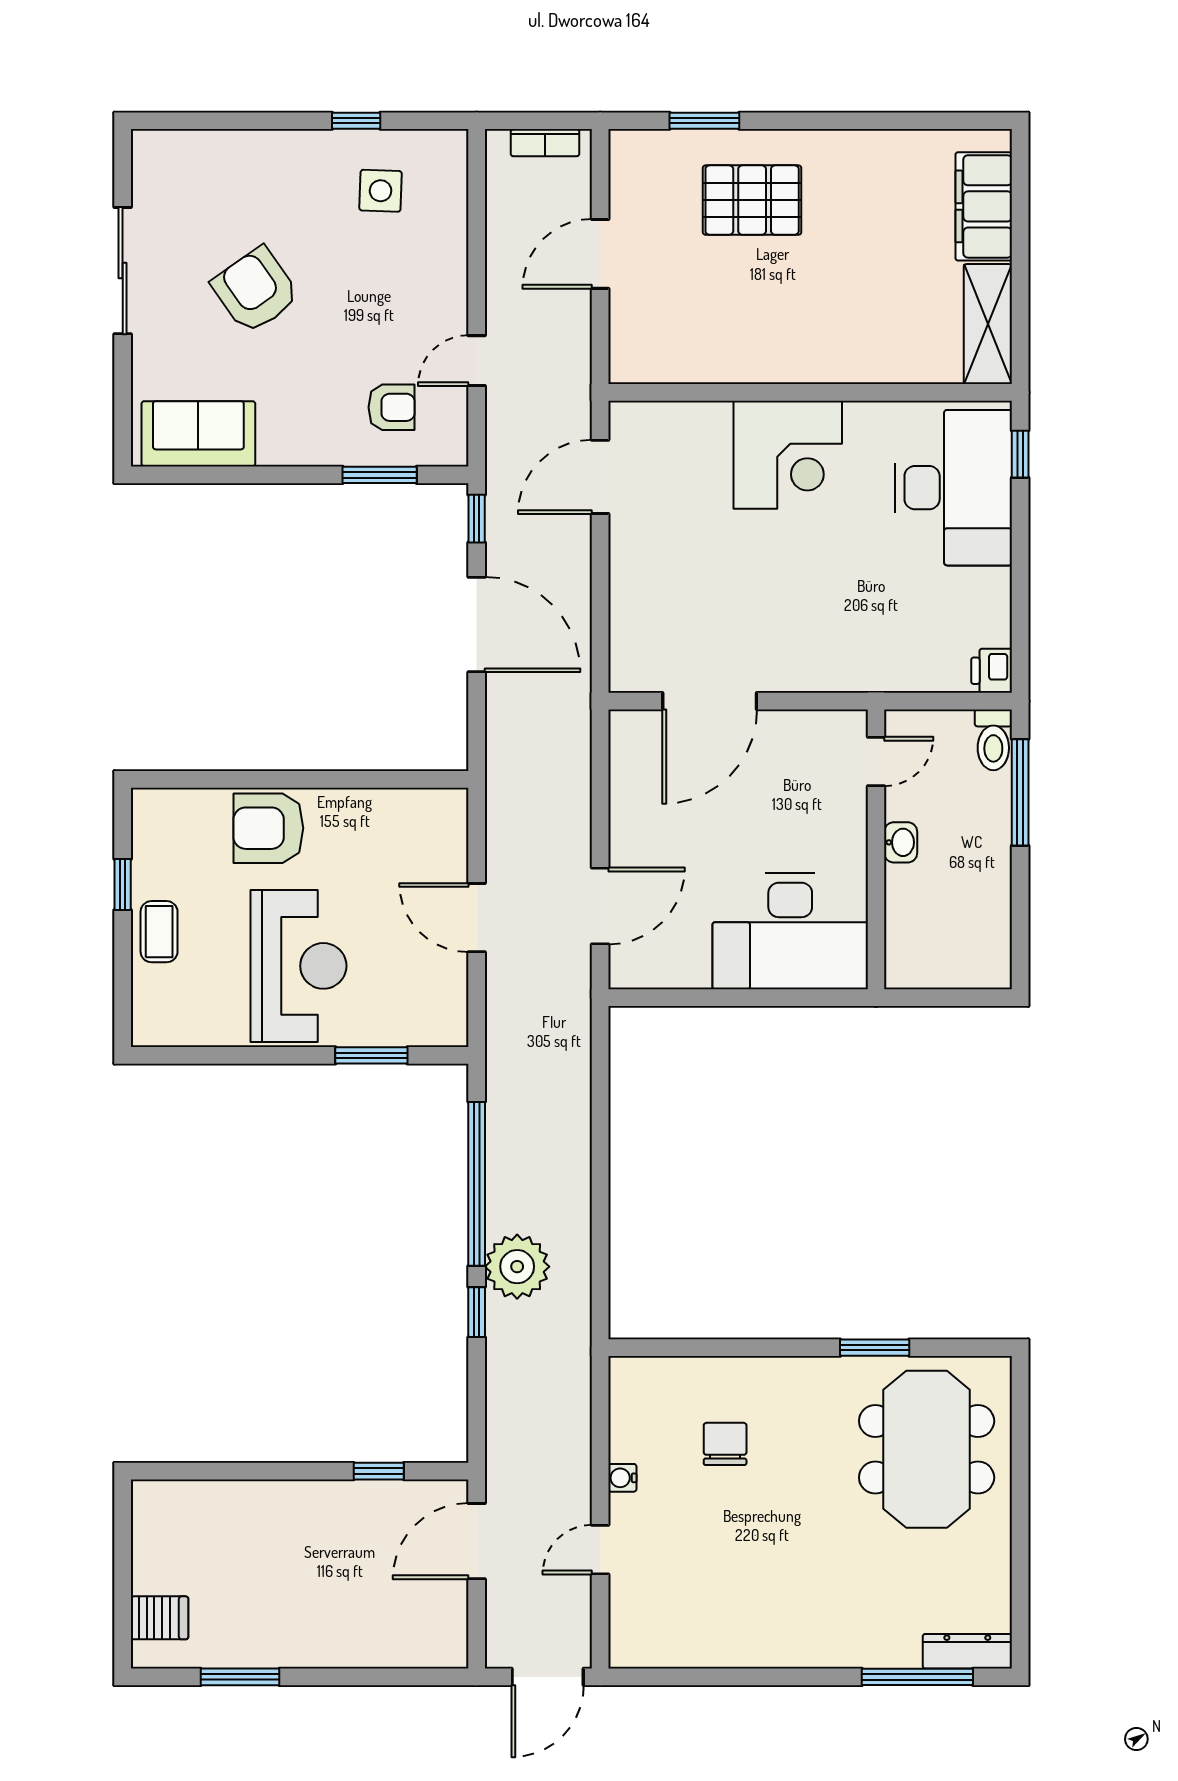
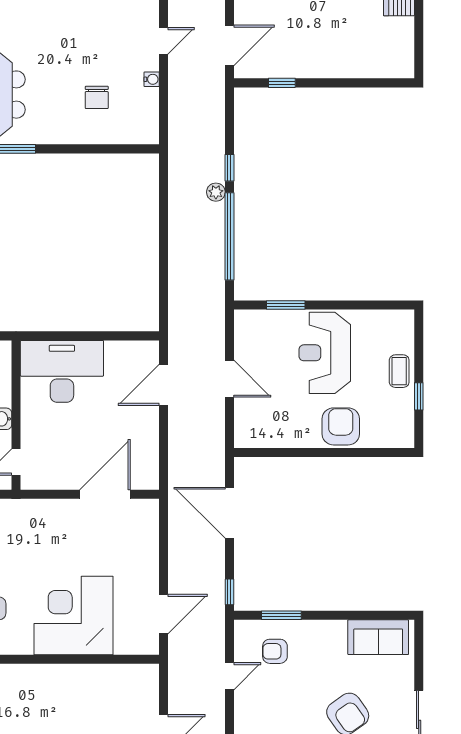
corner desk: (788, 455) -> (74, 616), width x1.36, depth x1.36
door: (477, 624) -> (229, 513), moved
armchair: (268, 828) -> (341, 426), turned -90
plant: (517, 1267) -> (216, 192), width x0.53, depth x0.53

